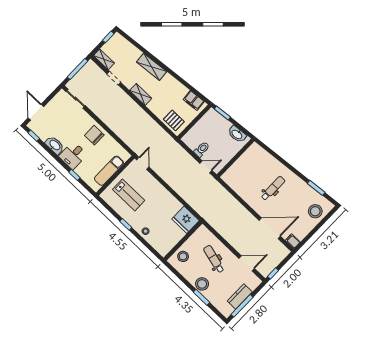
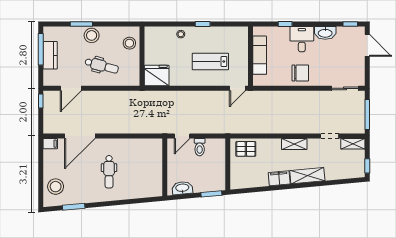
filing cabinet: (194, 100) -> (279, 178), moved
door: (143, 163) -> (237, 88), hinge flipped
lab bench: (129, 195) -> (210, 61), moved

